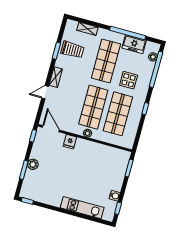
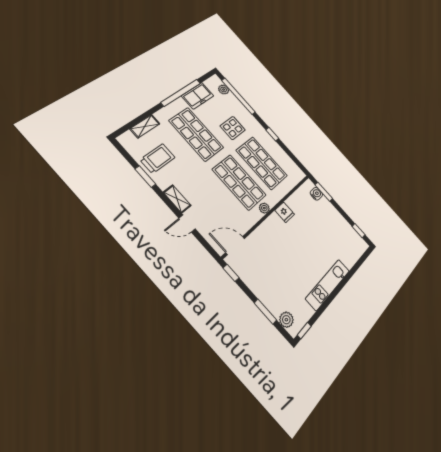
door: (45, 92) -> (187, 223), hinge flipped
fridge: (70, 142) -> (285, 212), moved
plant: (33, 164) -> (286, 320), moved
water cooler: (115, 196) -> (316, 194), moved
kitchen unit: (82, 208) -> (328, 285), moved

